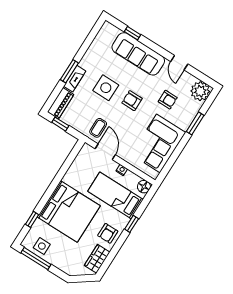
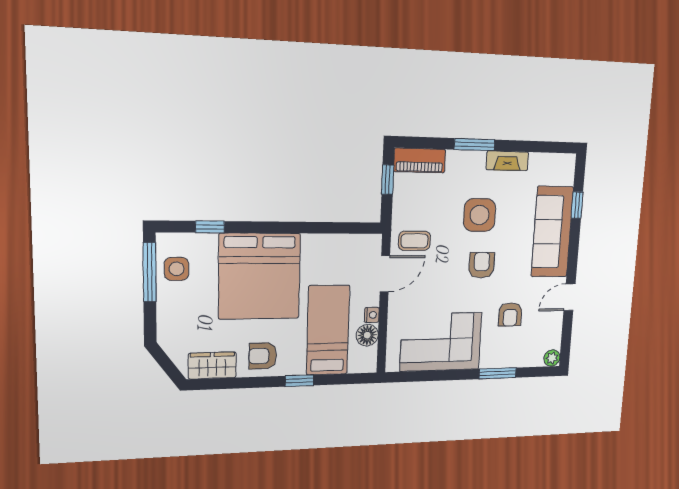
fireplace: (75, 79) -> (507, 161), moved
plant: (200, 91) -> (552, 358), width x0.53, depth x0.53
floor lamp: (144, 187) -> (367, 335), moved

